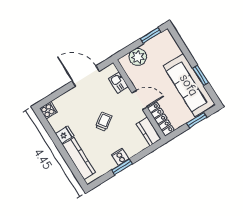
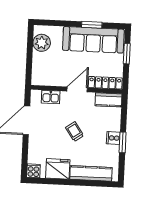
window: (151, 35) -> (30, 43), removed
plant: (138, 57) -> (42, 43), moved
fridge: (65, 135) -> (58, 169), width x1.88, depth x1.34

